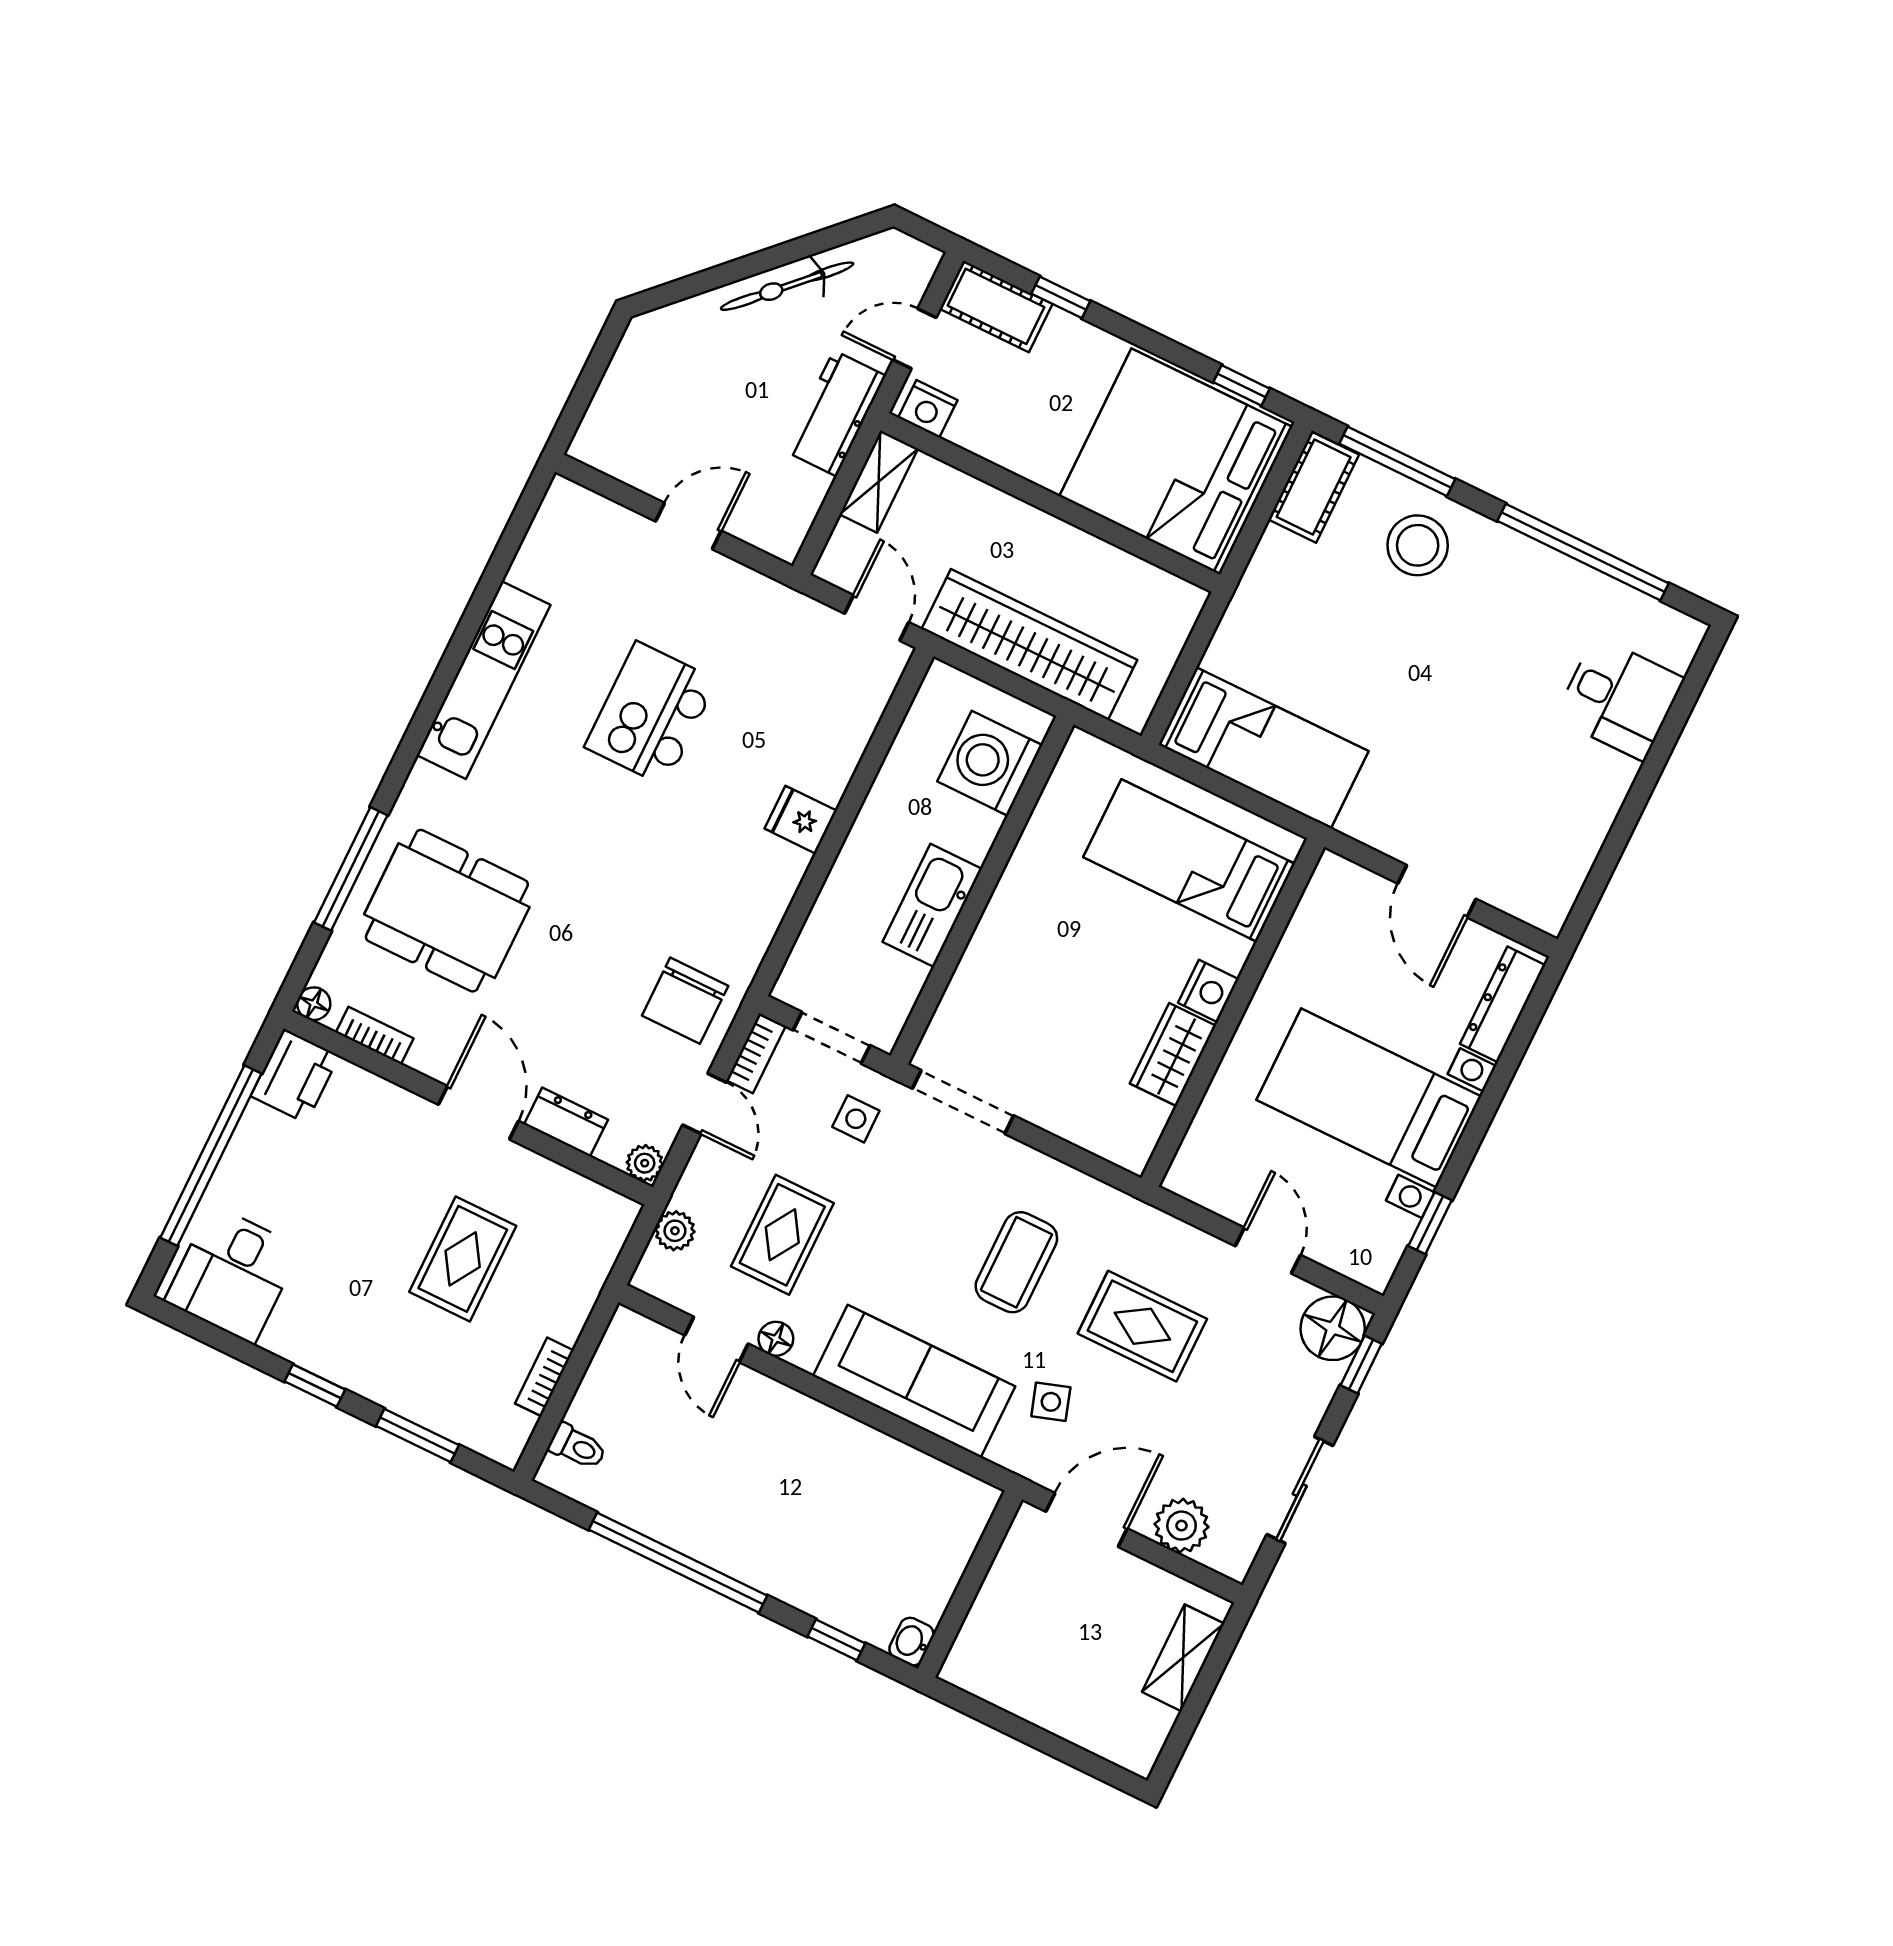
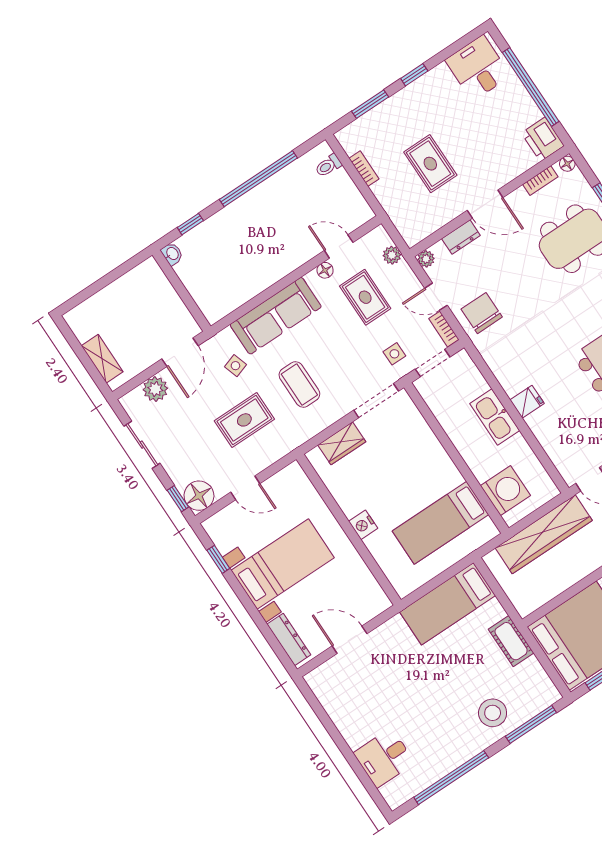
cot: (1314, 487) -> (511, 641), moved
bed: (1189, 860) -> (441, 523), moved, turned 180
kitchen sink: (932, 905) -> (495, 417), moved, turned 180
wardrobe: (1173, 1055) -> (342, 443), moved, turned 90

